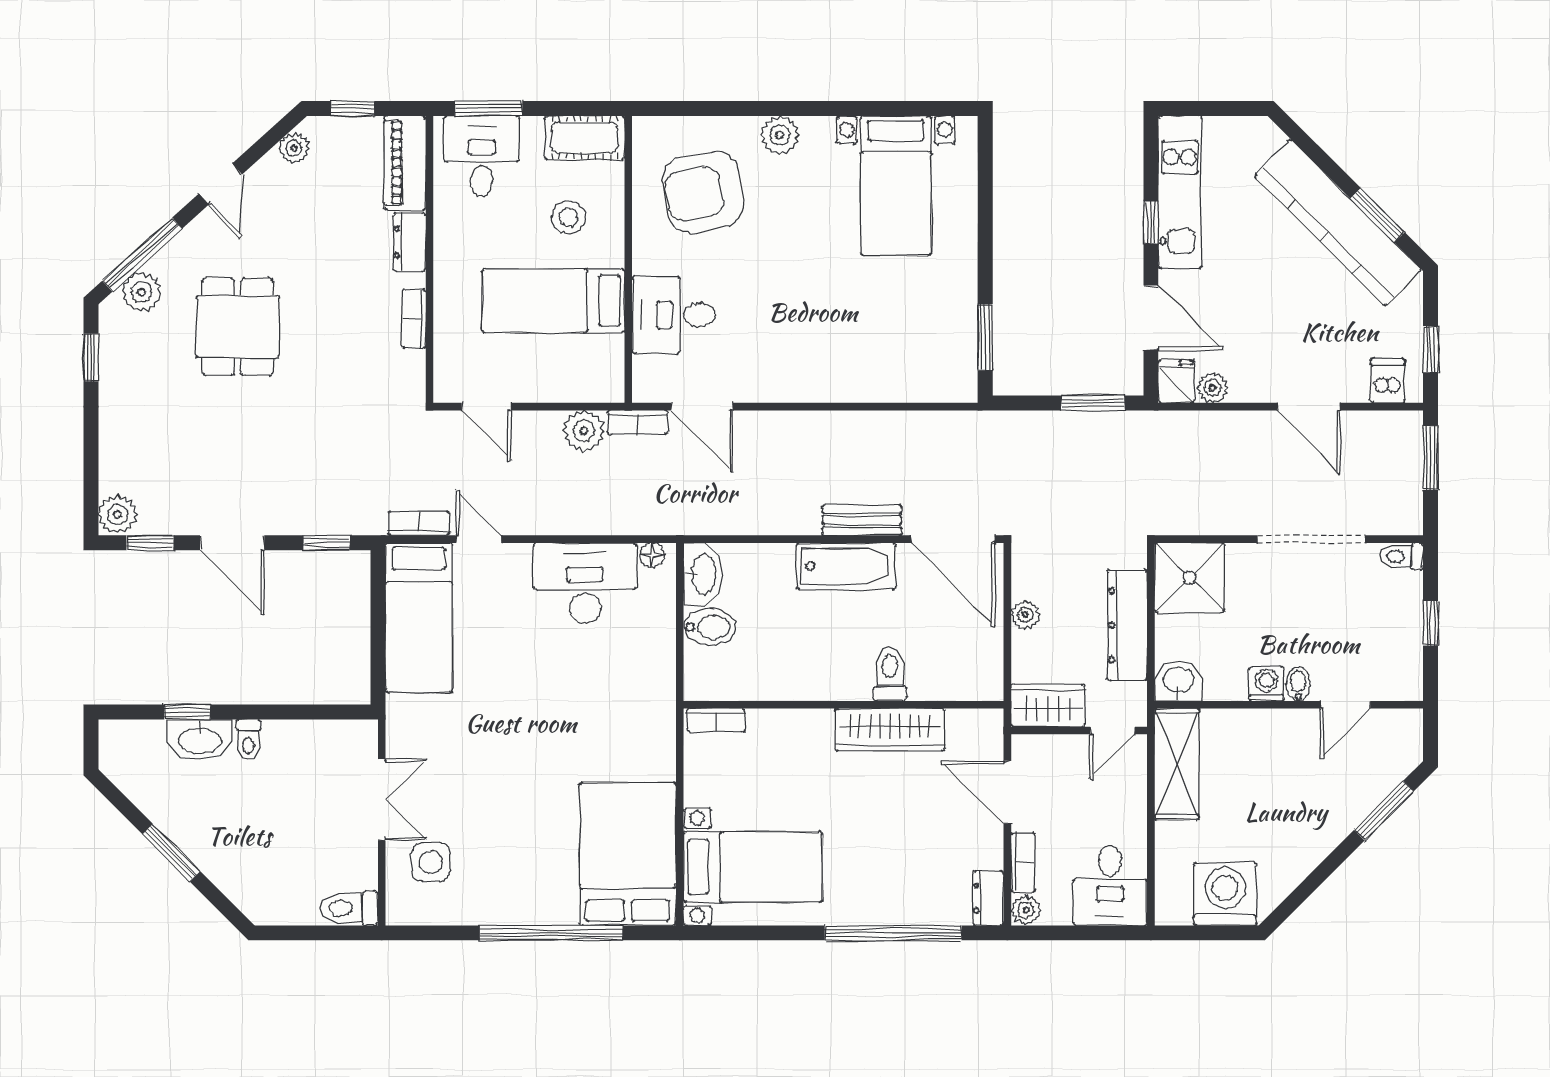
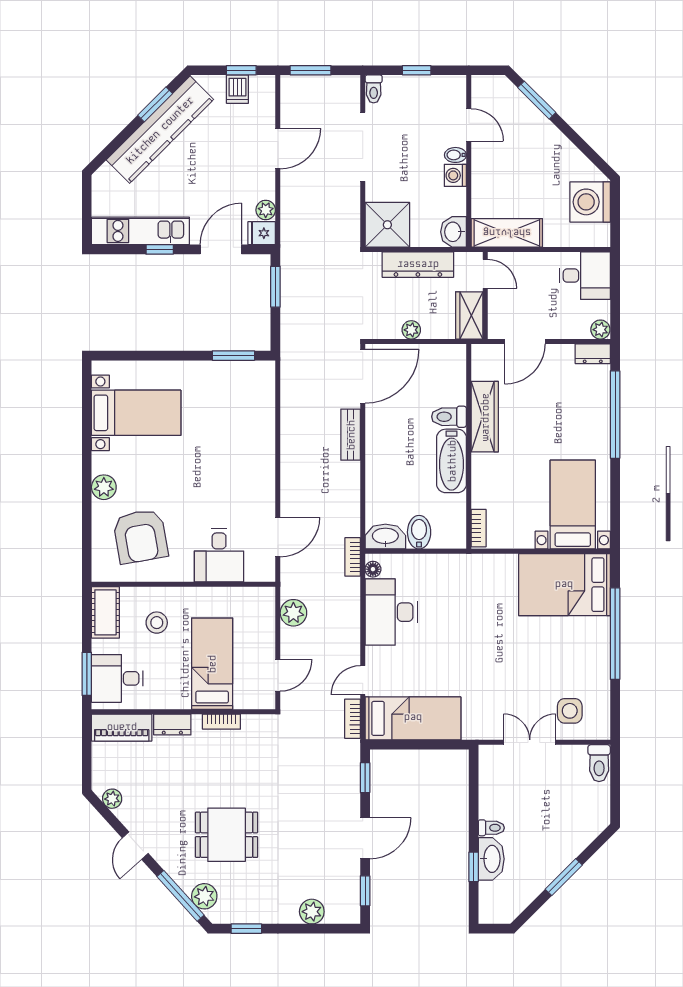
window: (352, 108) -> (87, 761), removed
door: (221, 184) -> (135, 846), swing flipped
bed: (553, 301) -> (212, 664), moved, turned 180
dishwasher: (1388, 381) -> (237, 89), moved, turned -90
bookcase: (638, 422) -> (353, 557), moved, turned 180
plant: (118, 515) -> (312, 912), moved
bathtub: (846, 566) -> (452, 461), moved, turned 180
bookcase: (1023, 862) -> (570, 331), removed

